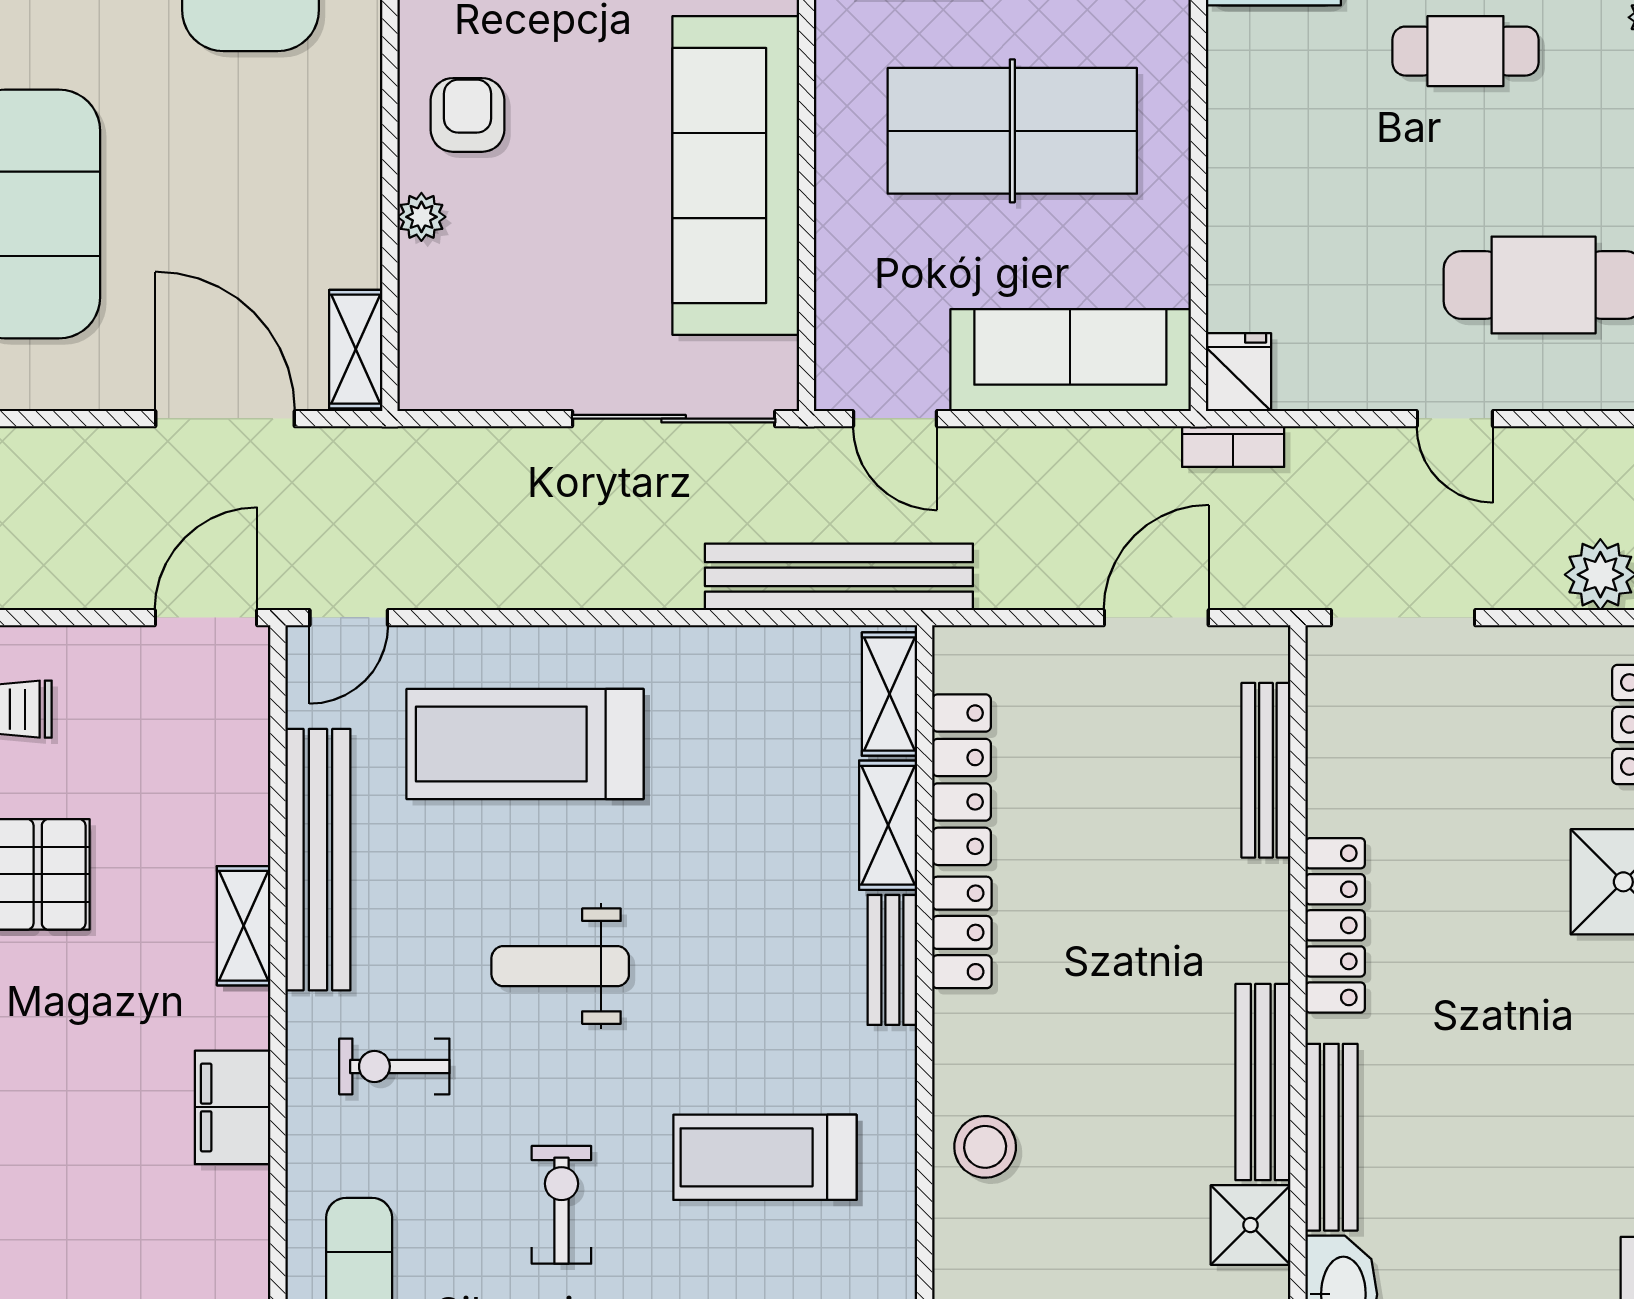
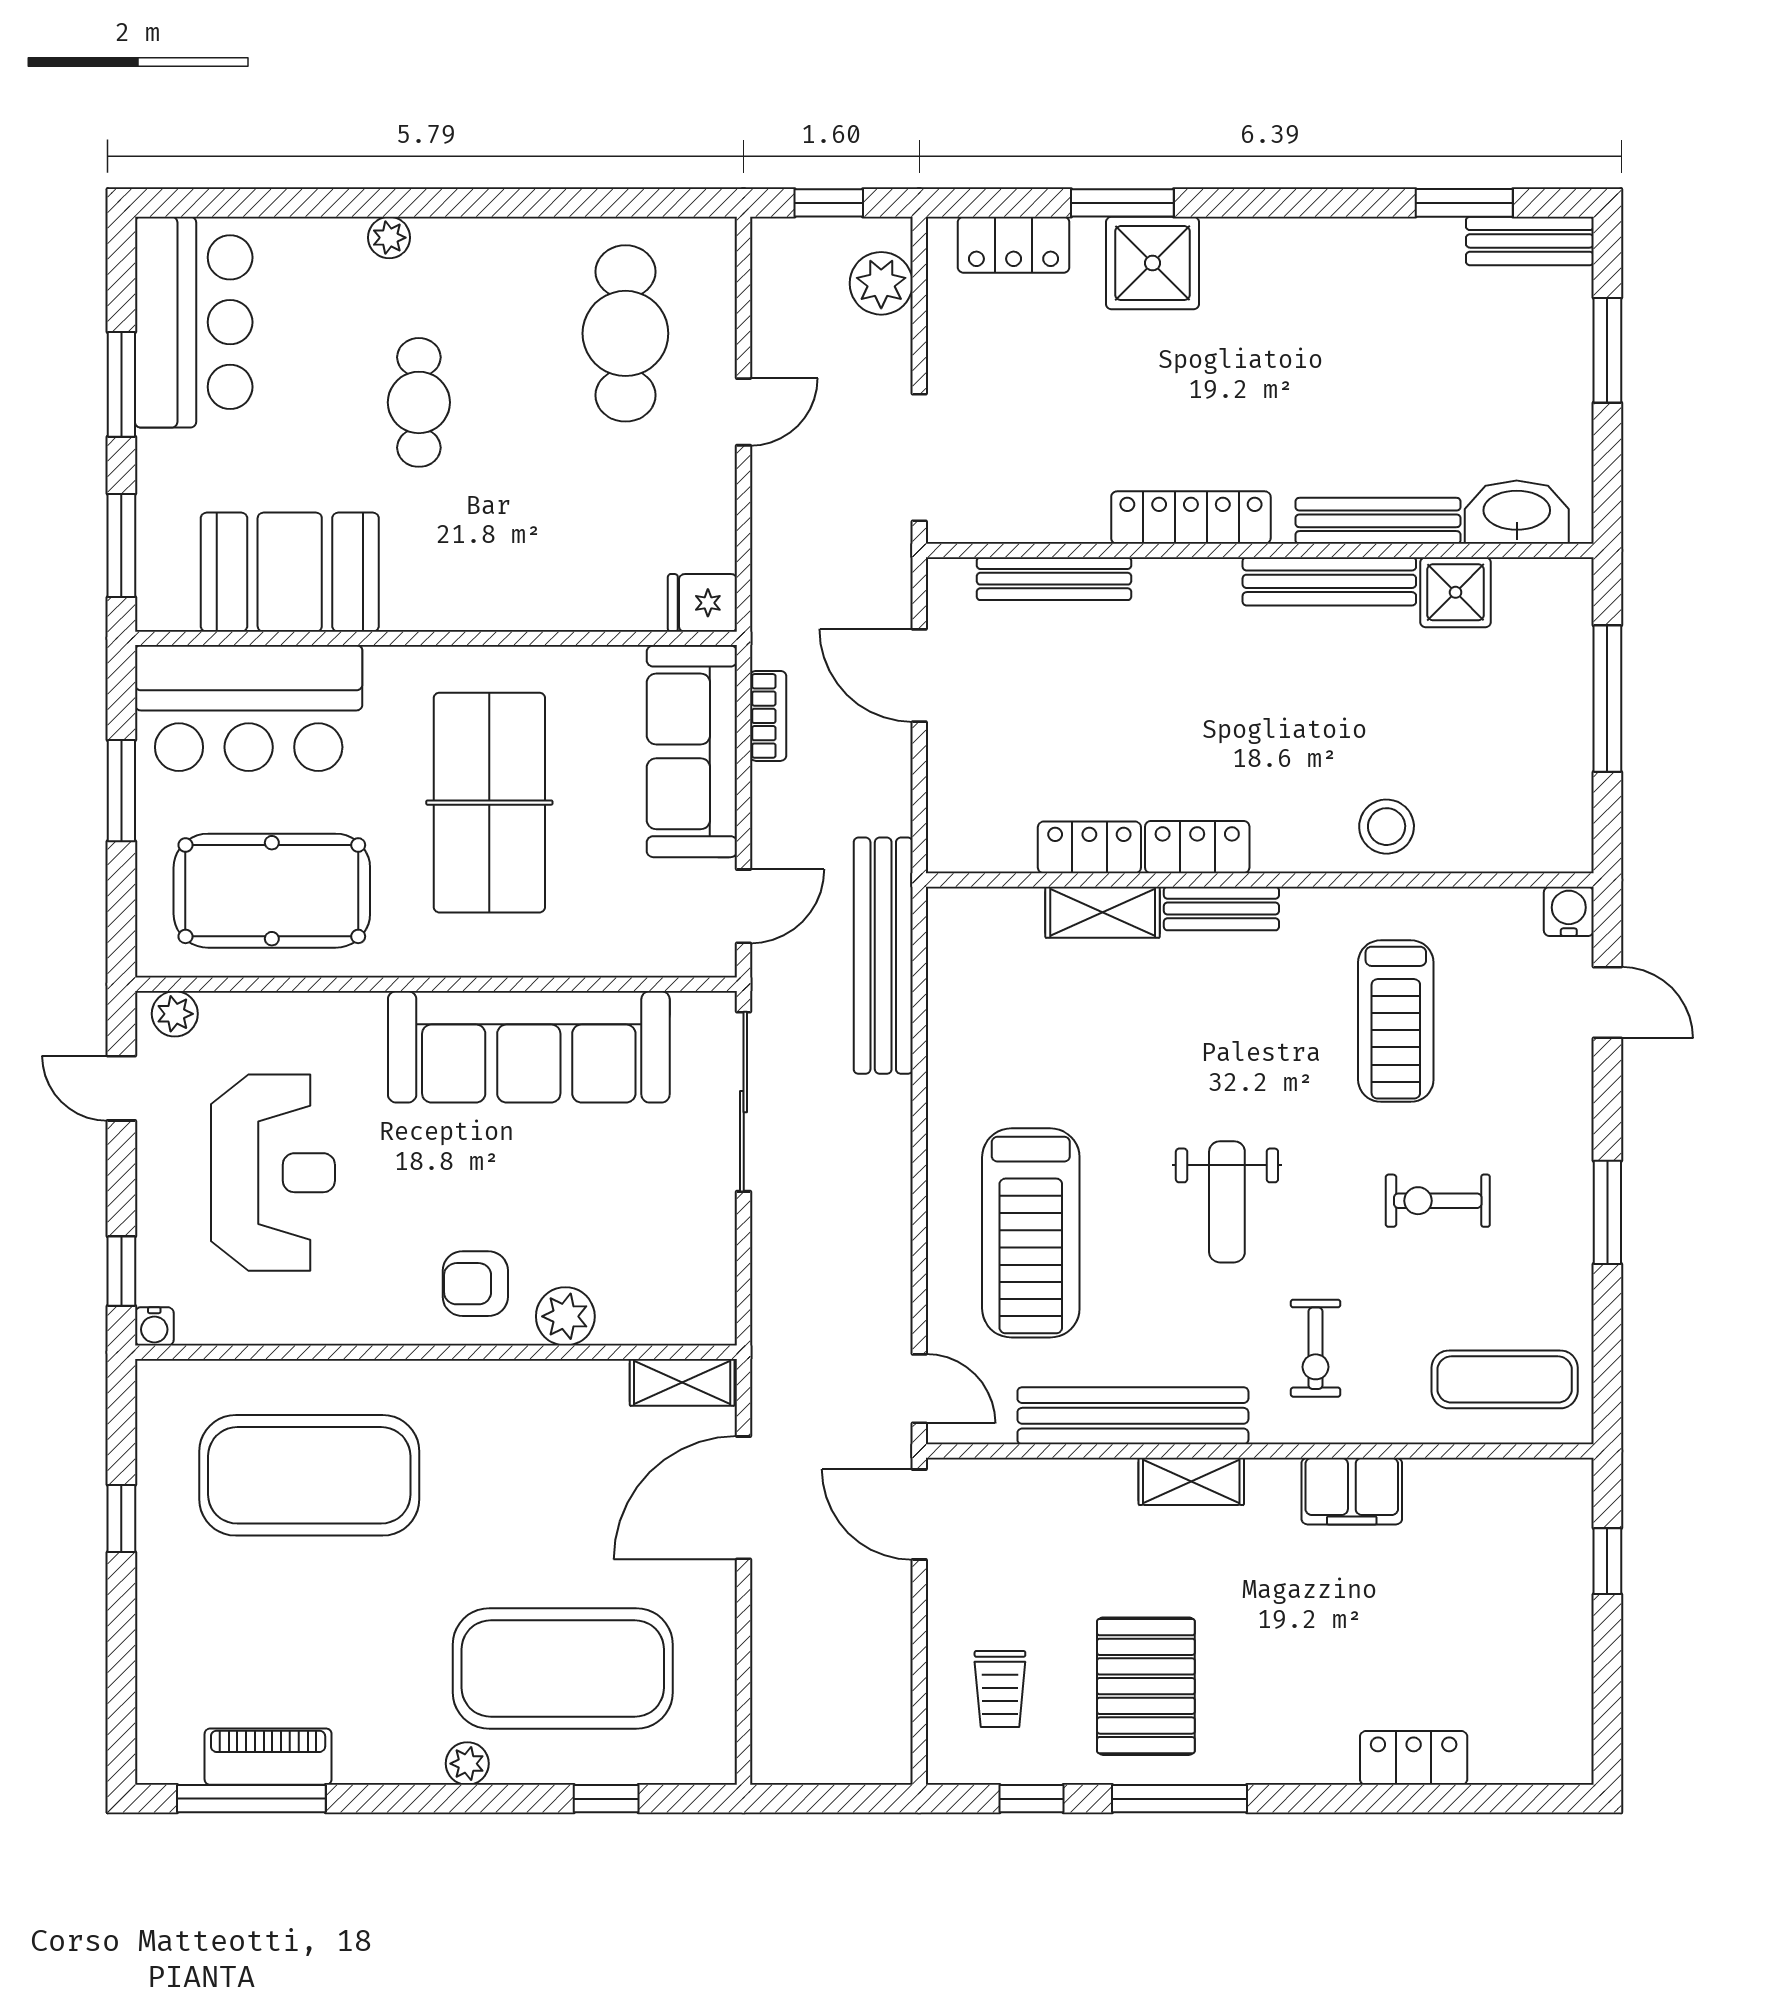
plant: (421, 217) -> (565, 1316), width x1.38, depth x1.38
bookcase: (1233, 447) -> (768, 716), moved
shelving: (890, 694) -> (987, 911), removed
locker: (962, 780) -> (1089, 847), width x0.66

